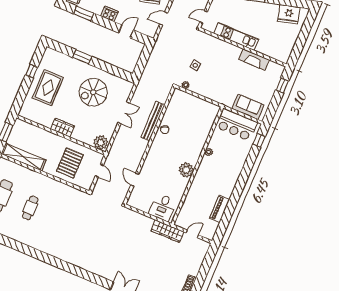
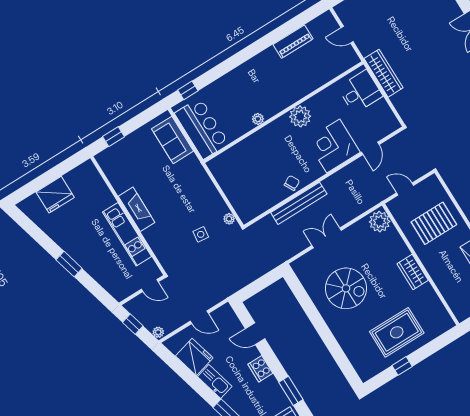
fridge: (289, 14) -> (55, 195), moved, turned 105
window: (82, 57) -> (329, 340), removed
fireplace: (254, 60) -> (137, 209), moved
corner desk: (156, 166) -> (333, 146), added
door: (99, 171) -> (405, 189), hinge flipped
wardrobe: (167, 231) -> (384, 73), moved

